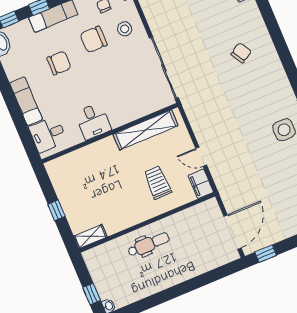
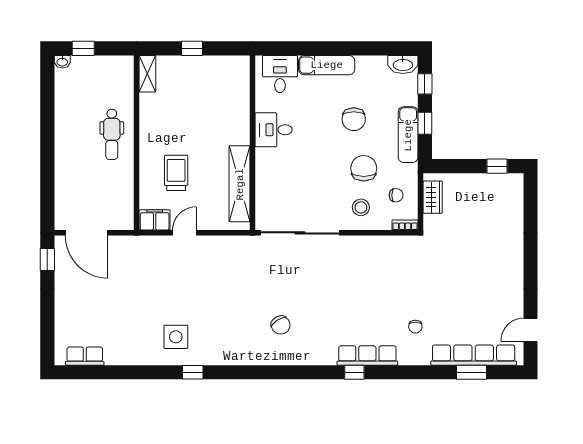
trolley: (158, 182) -> (176, 173), turned -90

